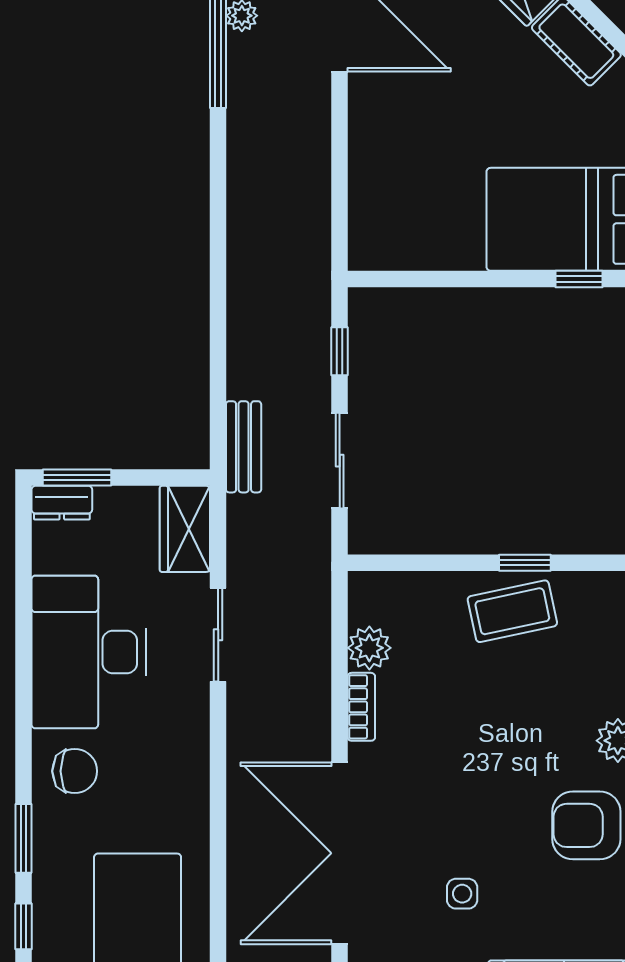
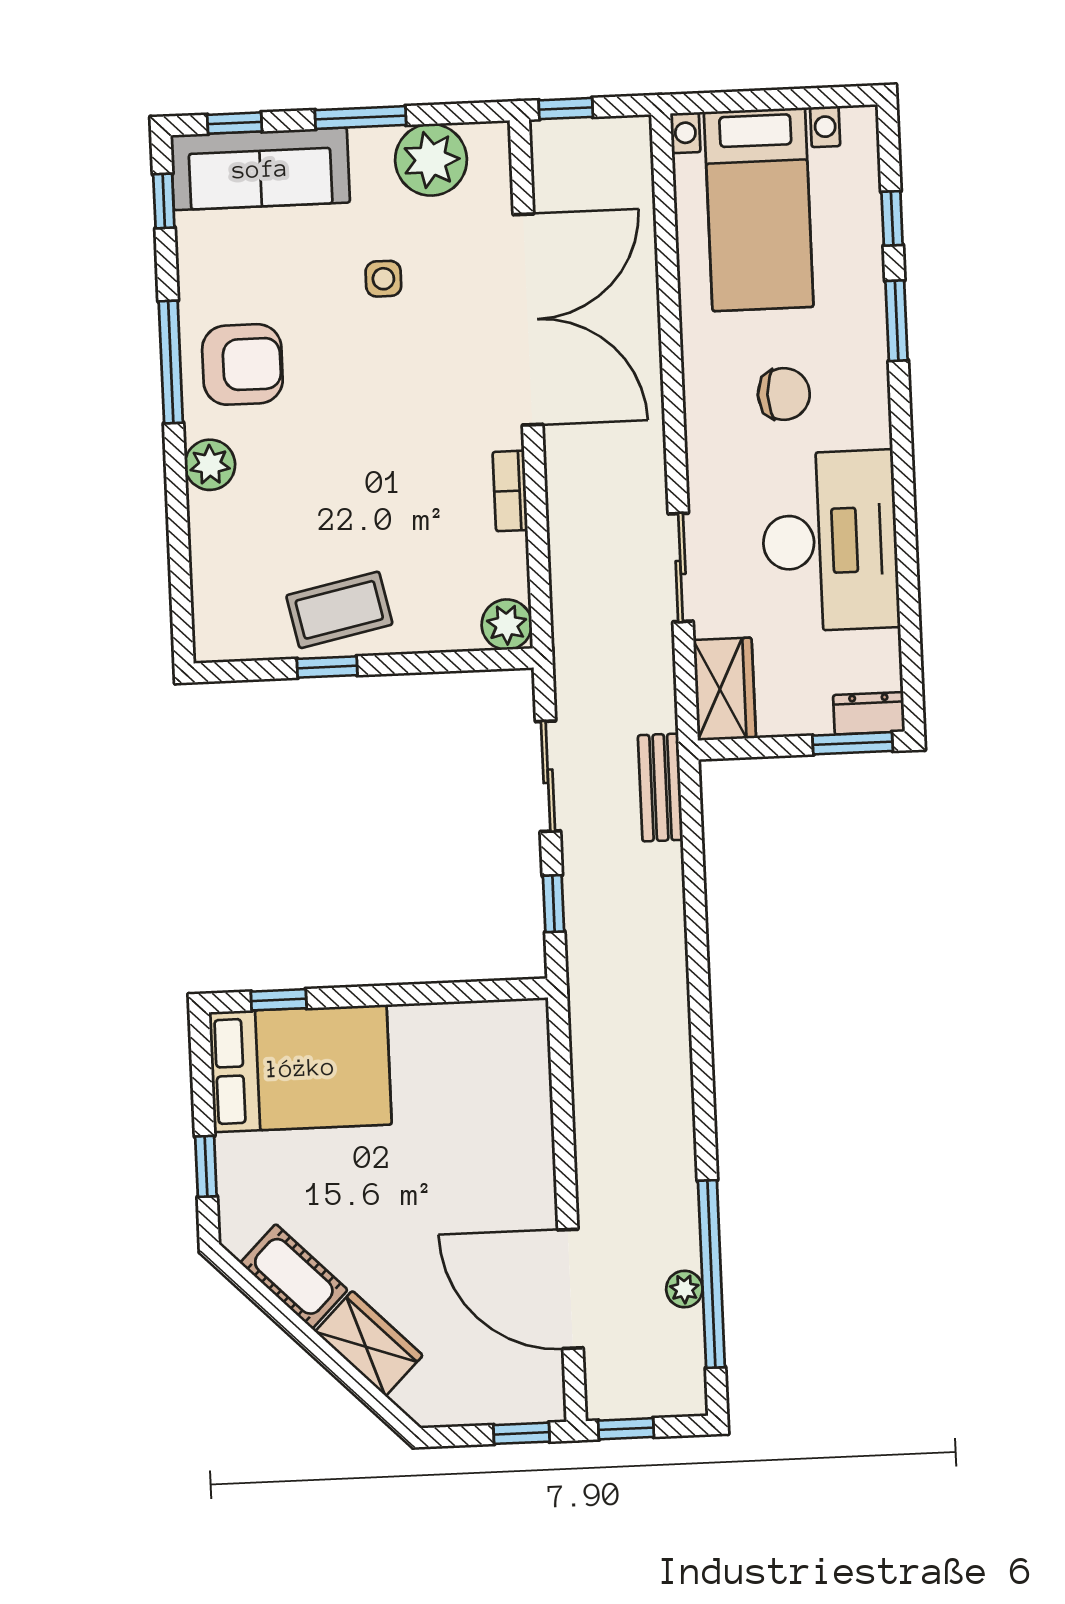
plant: (369, 648) -> (507, 625), moved
chair: (75, 771) -> (784, 394), moved, turned 180

